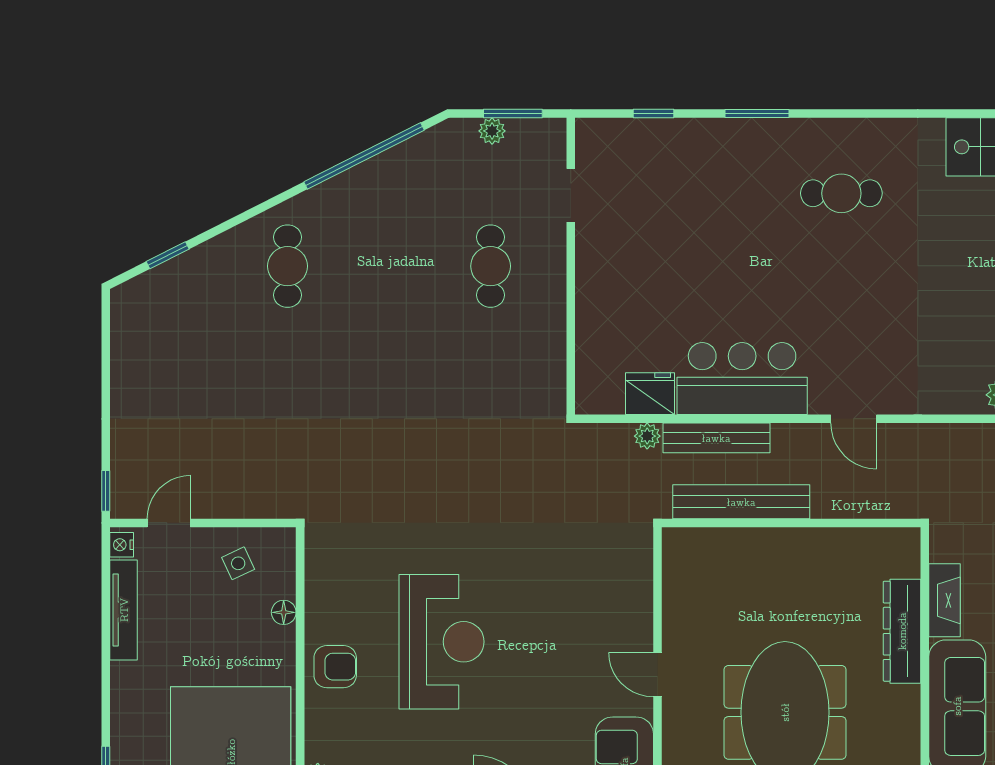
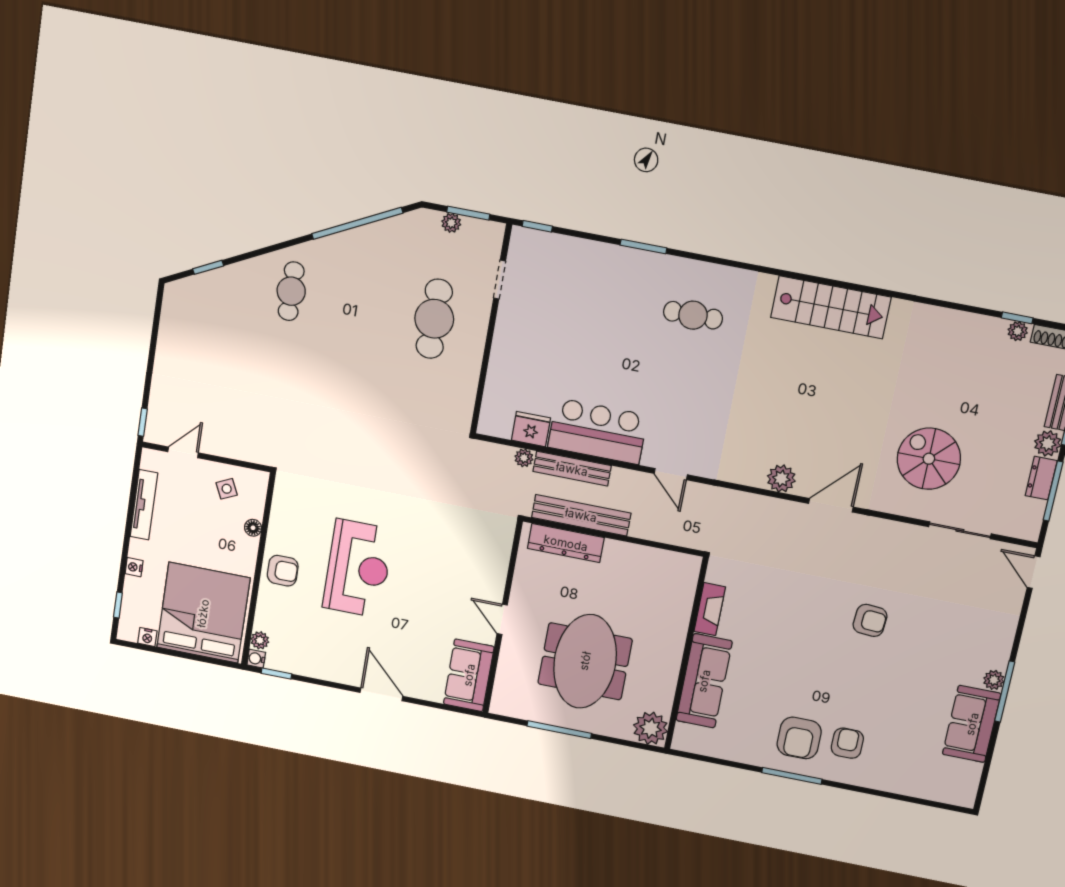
window: (653, 113) -> (537, 226), moved
cafe table: (491, 266) -> (434, 319), width x1.37, depth x1.35
nightstand: (122, 545) -> (134, 567), moved
dresser: (902, 631) -> (566, 543), moved, turned -90

